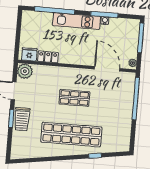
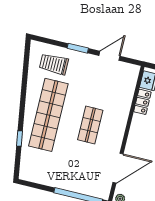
plant: (25, 71) -> (130, 73), removed
trolley: (22, 119) -> (54, 64), moved

